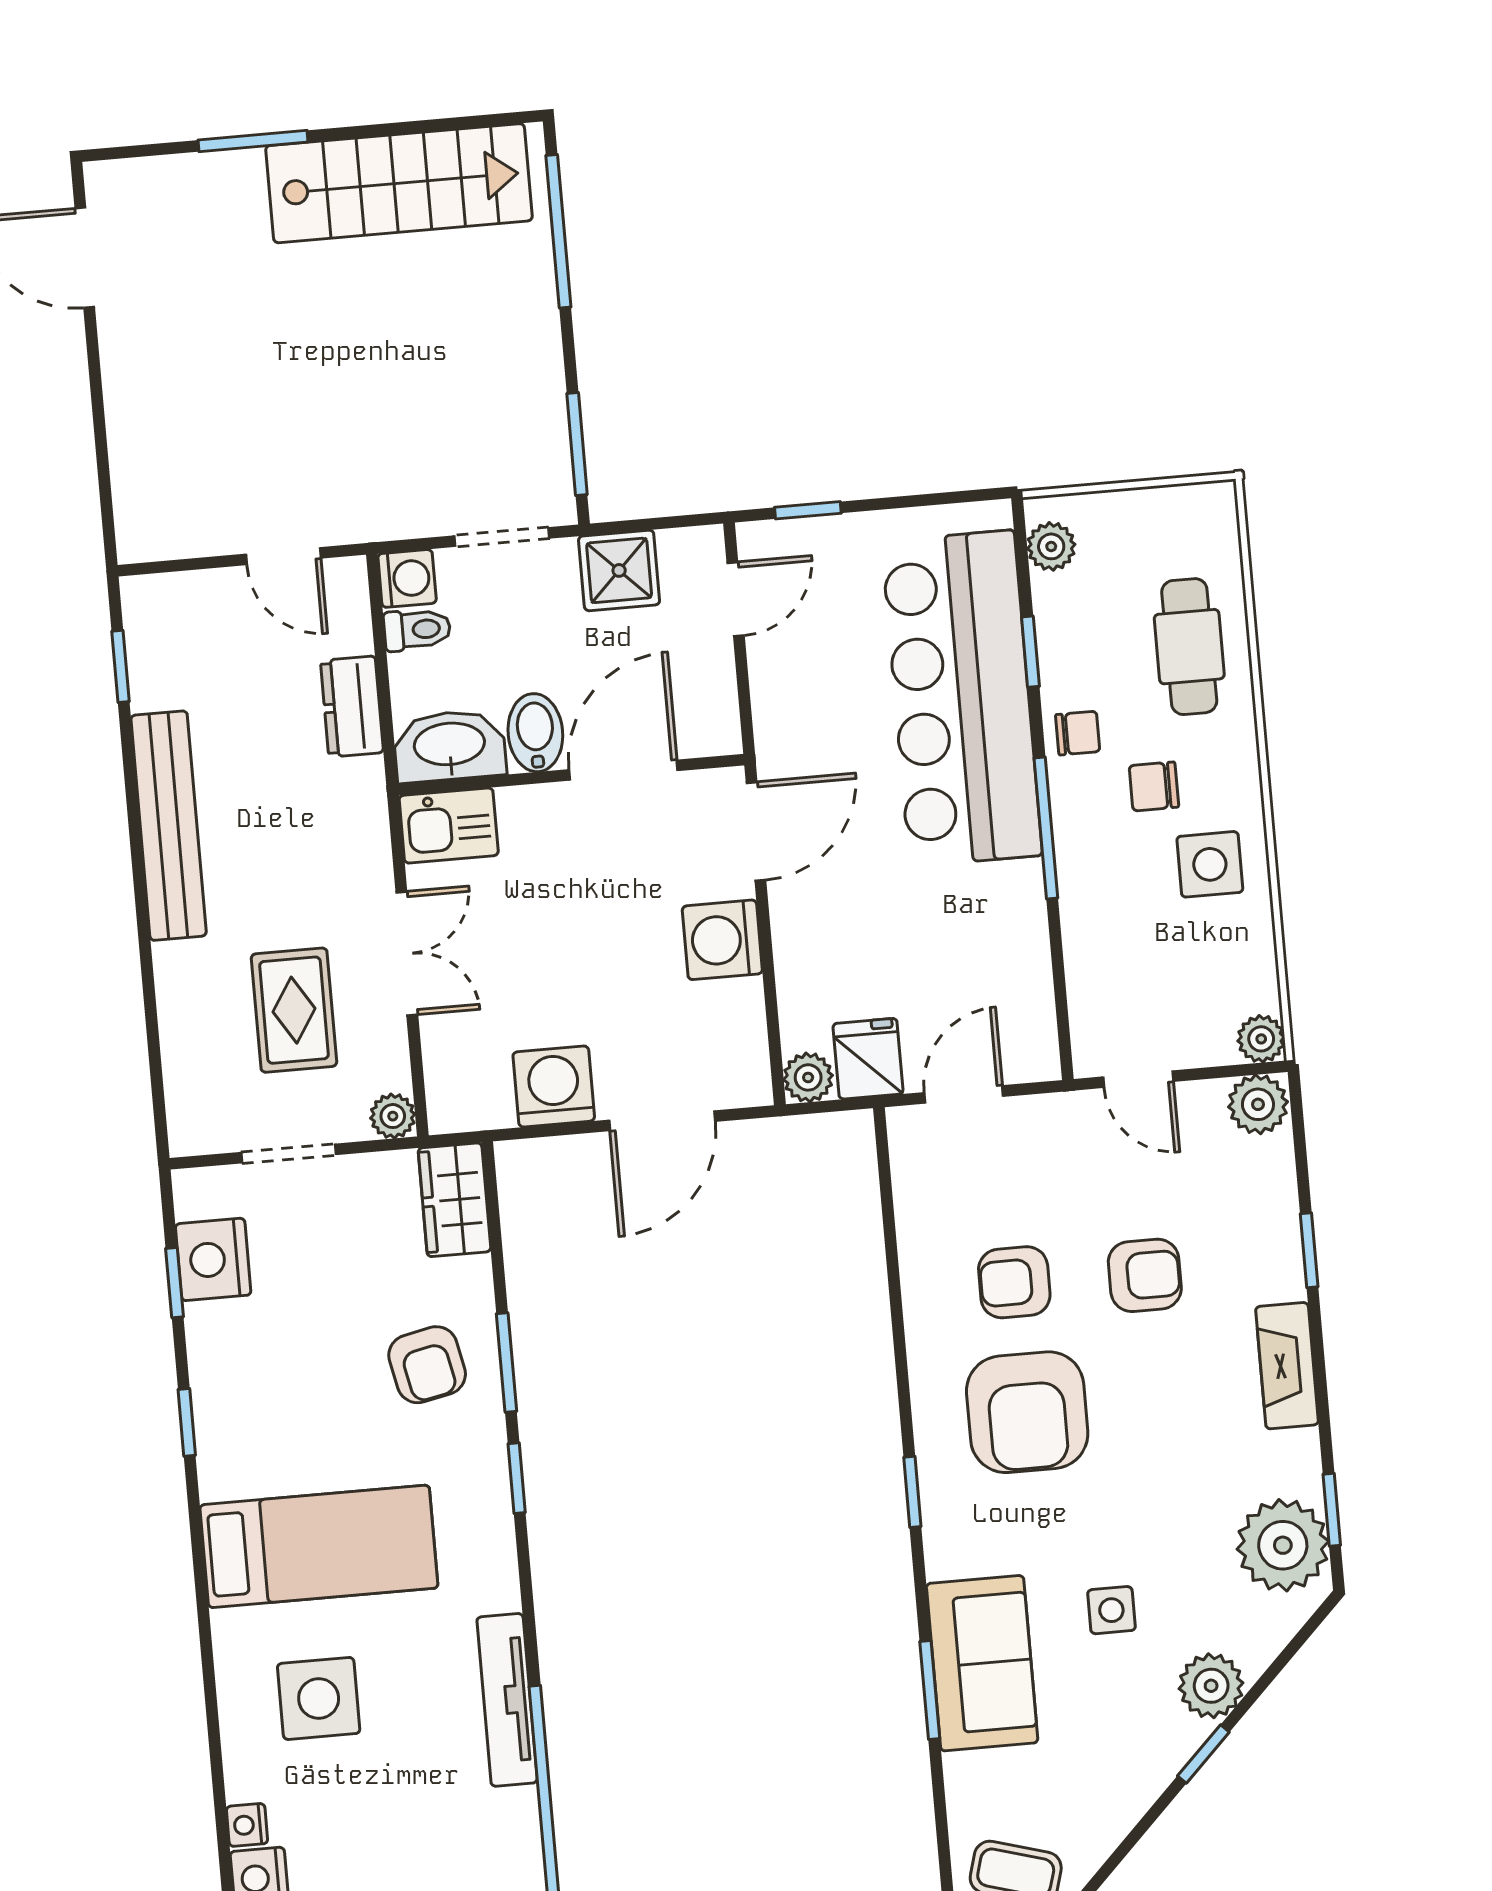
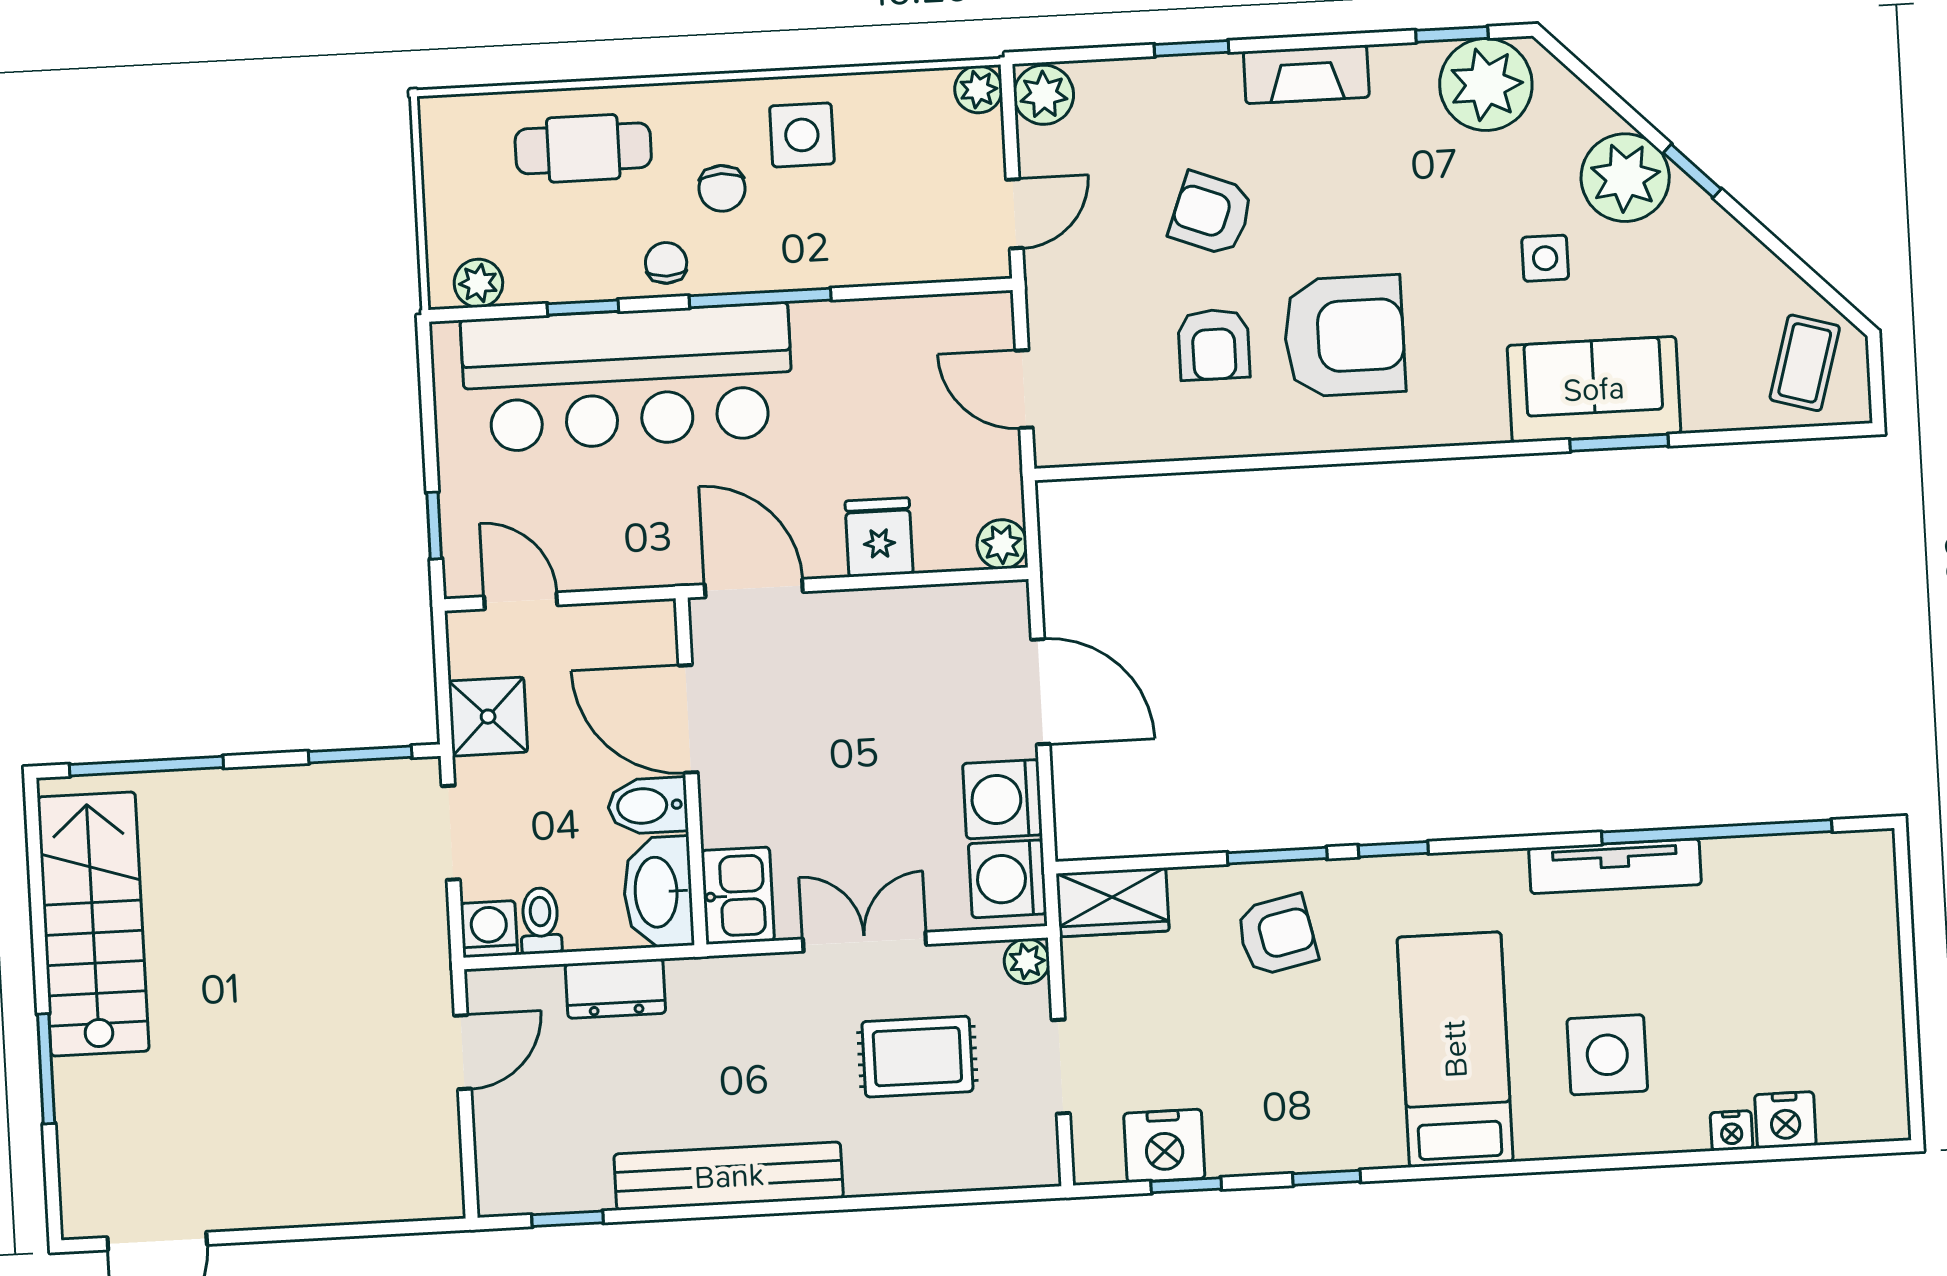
washing machine: (722, 940) -> (1007, 879), moved, turned 90
fridge: (868, 1059) -> (879, 537), moved, turned 90
armchair: (1145, 1275) -> (1211, 214), turned -69
window: (912, 1492) -> (1420, 454), removed
plant: (1211, 1686) -> (1625, 178), width x1.36, depth x1.36

